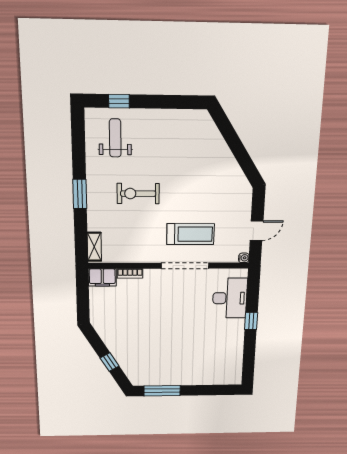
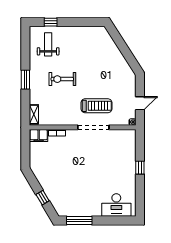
desk: (230, 298) -> (116, 205), moved, turned 90

